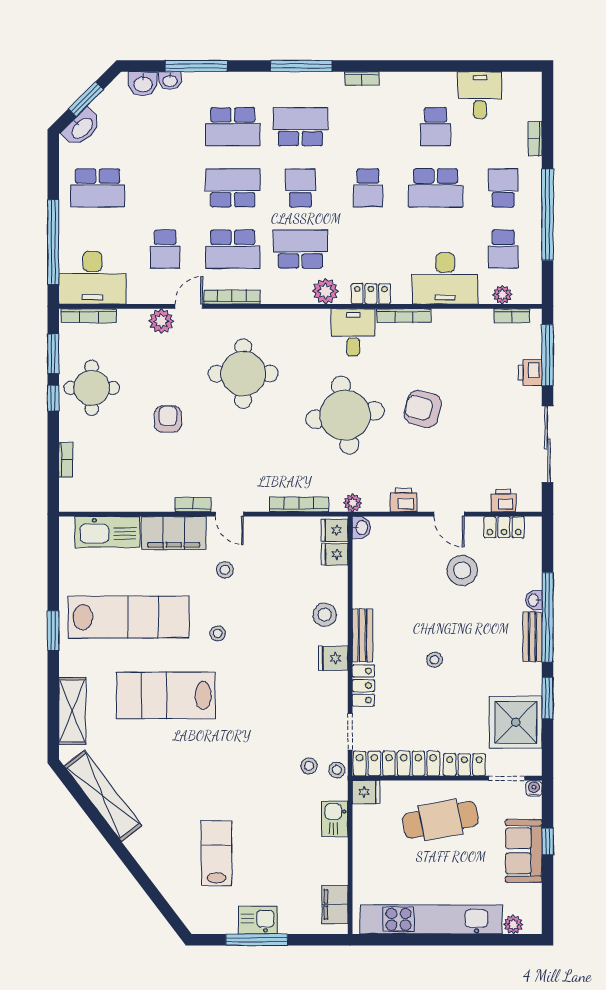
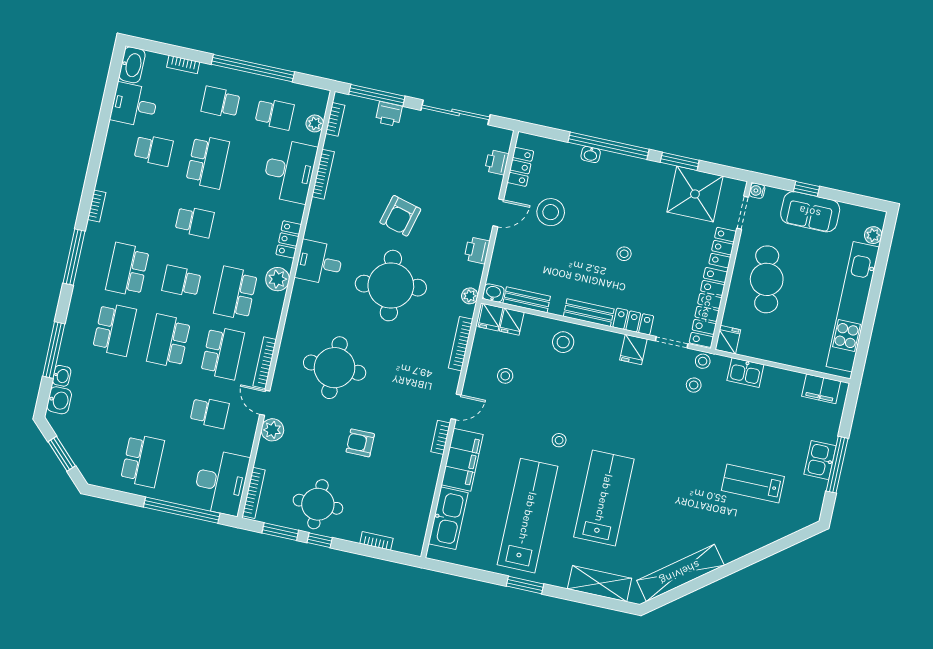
washbasin: (82, 128) -> (132, 65), moved, turned 45
bookcase: (404, 316) -> (323, 174), moved
stool: (225, 570) -> (505, 376), moved
bench: (532, 637) -> (527, 300), moved
fridge: (333, 658) -> (633, 350), moved
lab bench: (166, 695) -> (604, 498), turned 180

